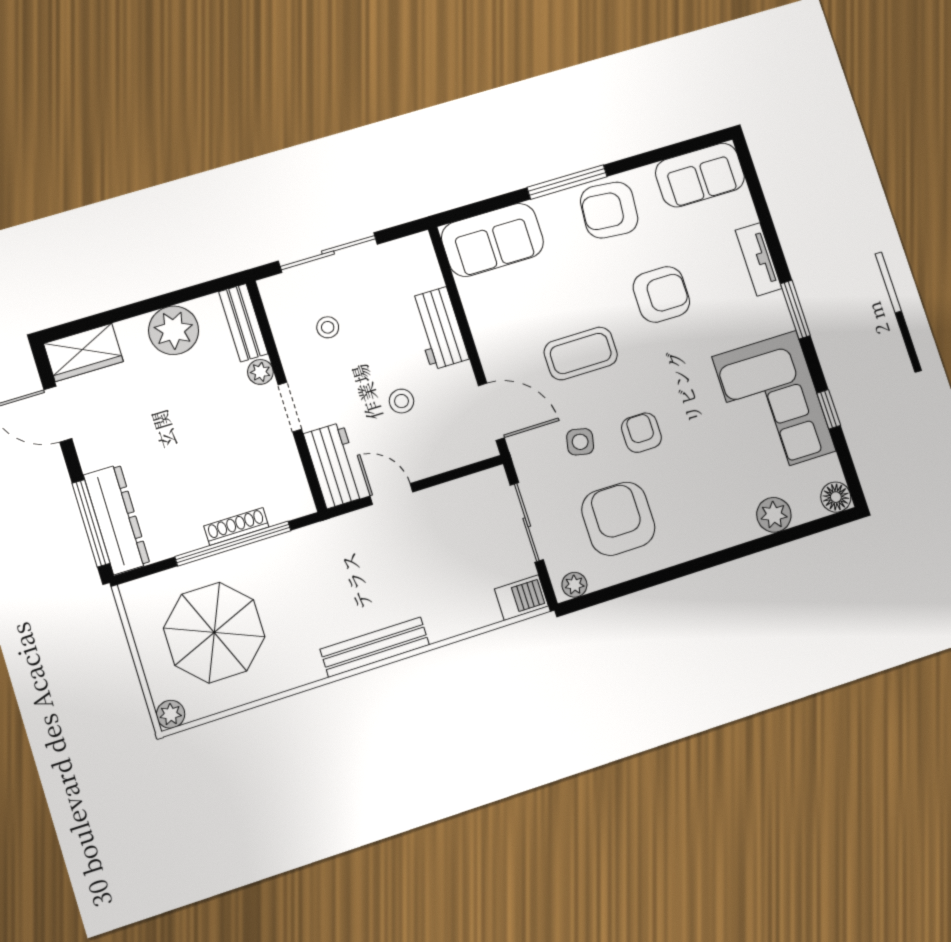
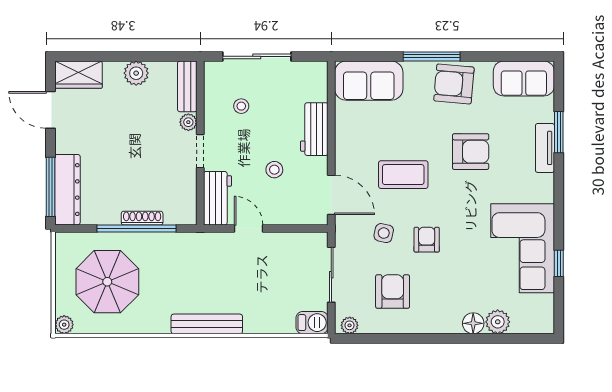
window: (795, 310) -> (559, 132), moved
plant: (174, 330) -> (136, 73), width x0.73, depth x0.73
floor lamp: (836, 497) -> (473, 323), moved
armchair: (618, 519) -> (393, 292), width x0.73, depth x0.73

